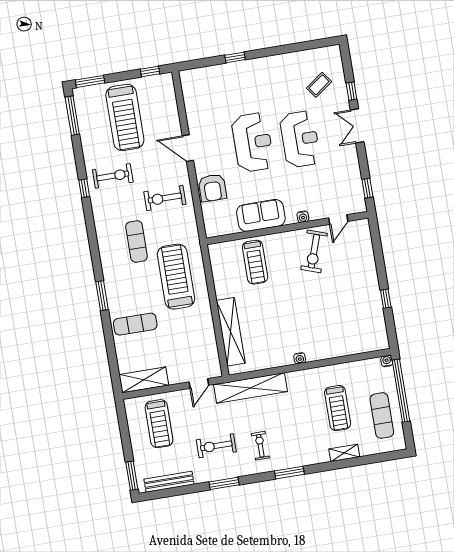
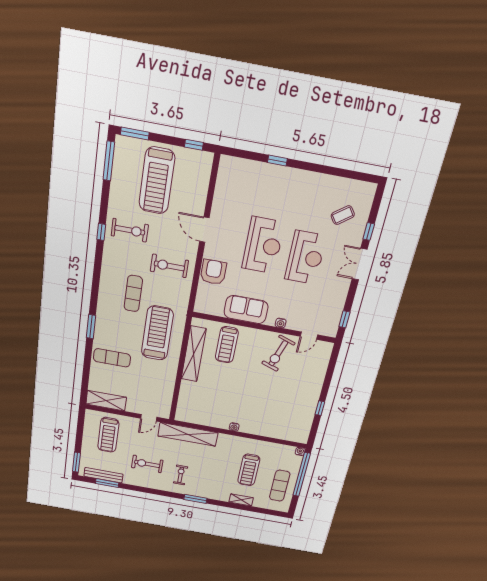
armchair: (212, 188) -> (213, 272), turned 180
shelving: (231, 332) -> (194, 354), moved
window: (224, 483) -> (107, 483), moved

